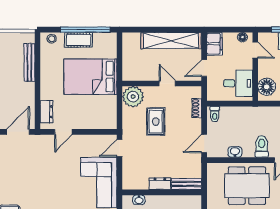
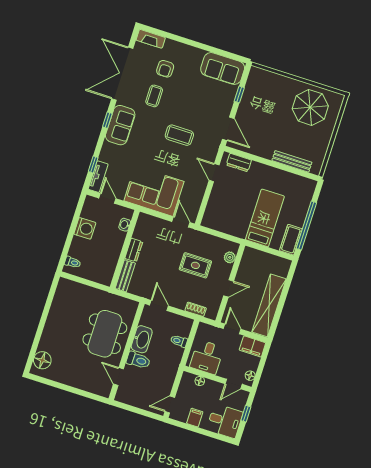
stool: (52, 39) -> (308, 190), removed
cot: (79, 40) -> (291, 240), moved
bed: (90, 77) -> (265, 218), width x0.67
floor lamp: (267, 87) -> (200, 381), width x0.53, depth x0.53
plant: (133, 97) -> (230, 257), width x0.53, depth x0.53
toilet: (215, 114) -> (179, 341), moved
washbasin: (235, 152) -> (142, 339), width x1.91, depth x1.45
coffee table: (39, 176) -> (179, 135), added

